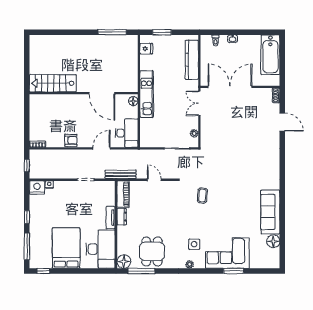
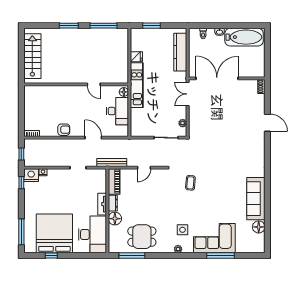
window: (76, 32) -> (69, 26), added
fridge: (146, 49) -> (136, 57), moved
bathtub: (270, 55) -> (244, 37), moved, turned -90
stairs: (53, 83) -> (32, 56), moved, turned 90
door: (102, 93) -> (94, 84), width x0.53
door: (282, 122) -> (267, 123), moved
desk: (127, 133) -> (117, 111), moved
door: (101, 148) -> (93, 138), hinge flipped
door: (154, 180) -> (144, 168), swing flipped
window: (27, 217) -> (21, 183), moved
bed: (66, 248) -> (54, 233), width x1.36
dining table: (152, 251) -> (142, 237), turned 90
floor lamp: (124, 262) -> (115, 219), moved
window: (43, 271) -> (51, 255), moved
window: (234, 271) -> (220, 255), width x1.44

